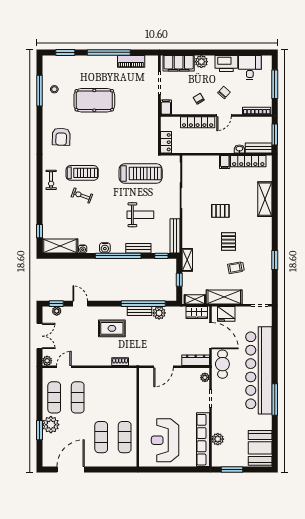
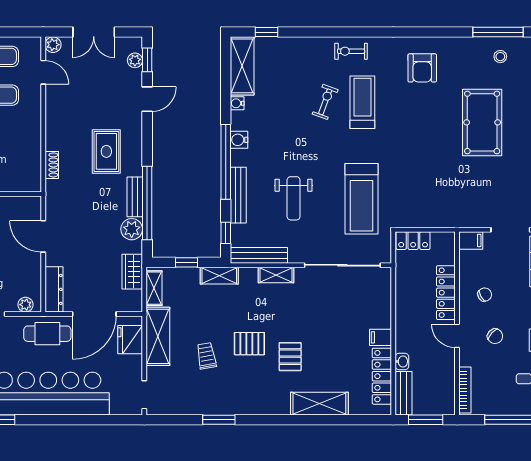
armchair: (61, 137) -> (422, 68), turned -92
treadmill: (82, 173) -> (362, 102), turned 180
pallet: (220, 211) -> (290, 357), moved
shelving: (187, 225) -> (276, 275), added
bench: (138, 248) -> (238, 195), width x1.36
wardrobe: (197, 313) -> (132, 272), moved

